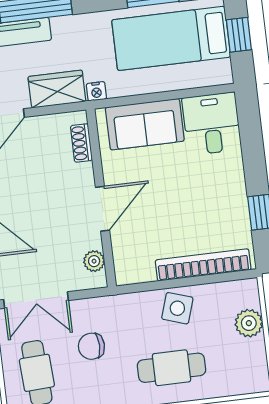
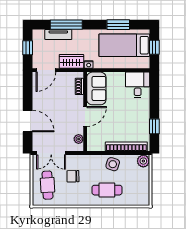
sofa: (145, 124) -> (96, 88), moved, turned -90
plant: (249, 323) -> (143, 161), moved

